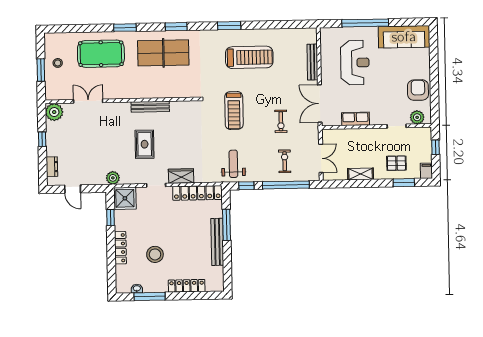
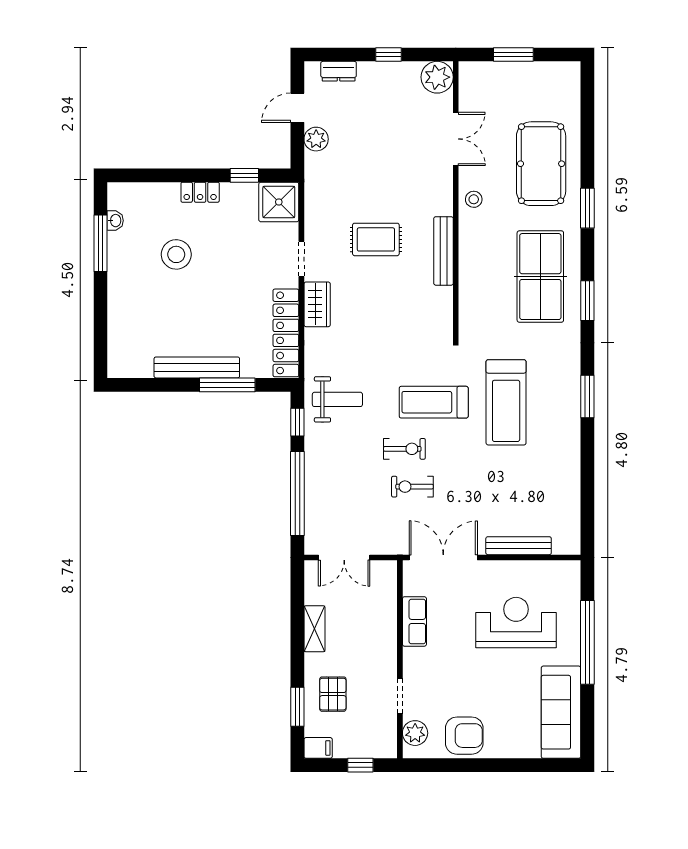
treadmill: (249, 57) -> (506, 402), moved
stool: (58, 63) -> (474, 199), moved
reception desk: (355, 63) -> (516, 622), turned 180
exercise bike: (285, 161) -> (404, 449), moved
plant: (113, 178) -> (316, 139), moved
locker: (120, 248) -> (200, 192), width x0.66
locker: (187, 286) -> (118, 311), removed

